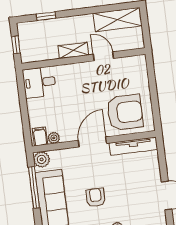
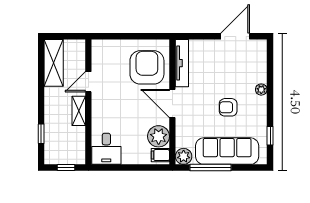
plant: (54, 138) -> (159, 136), width x1.88, depth x1.88

